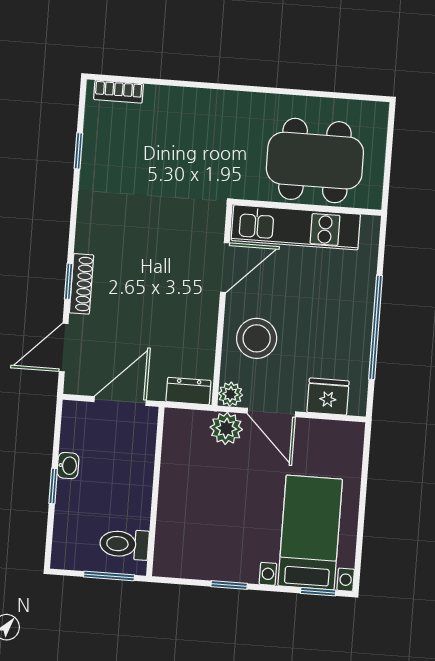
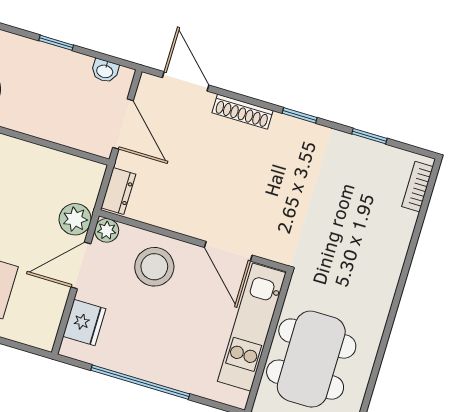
window: (69, 281) -> (300, 115), moved
washbasin: (68, 466) -> (105, 71), moved

